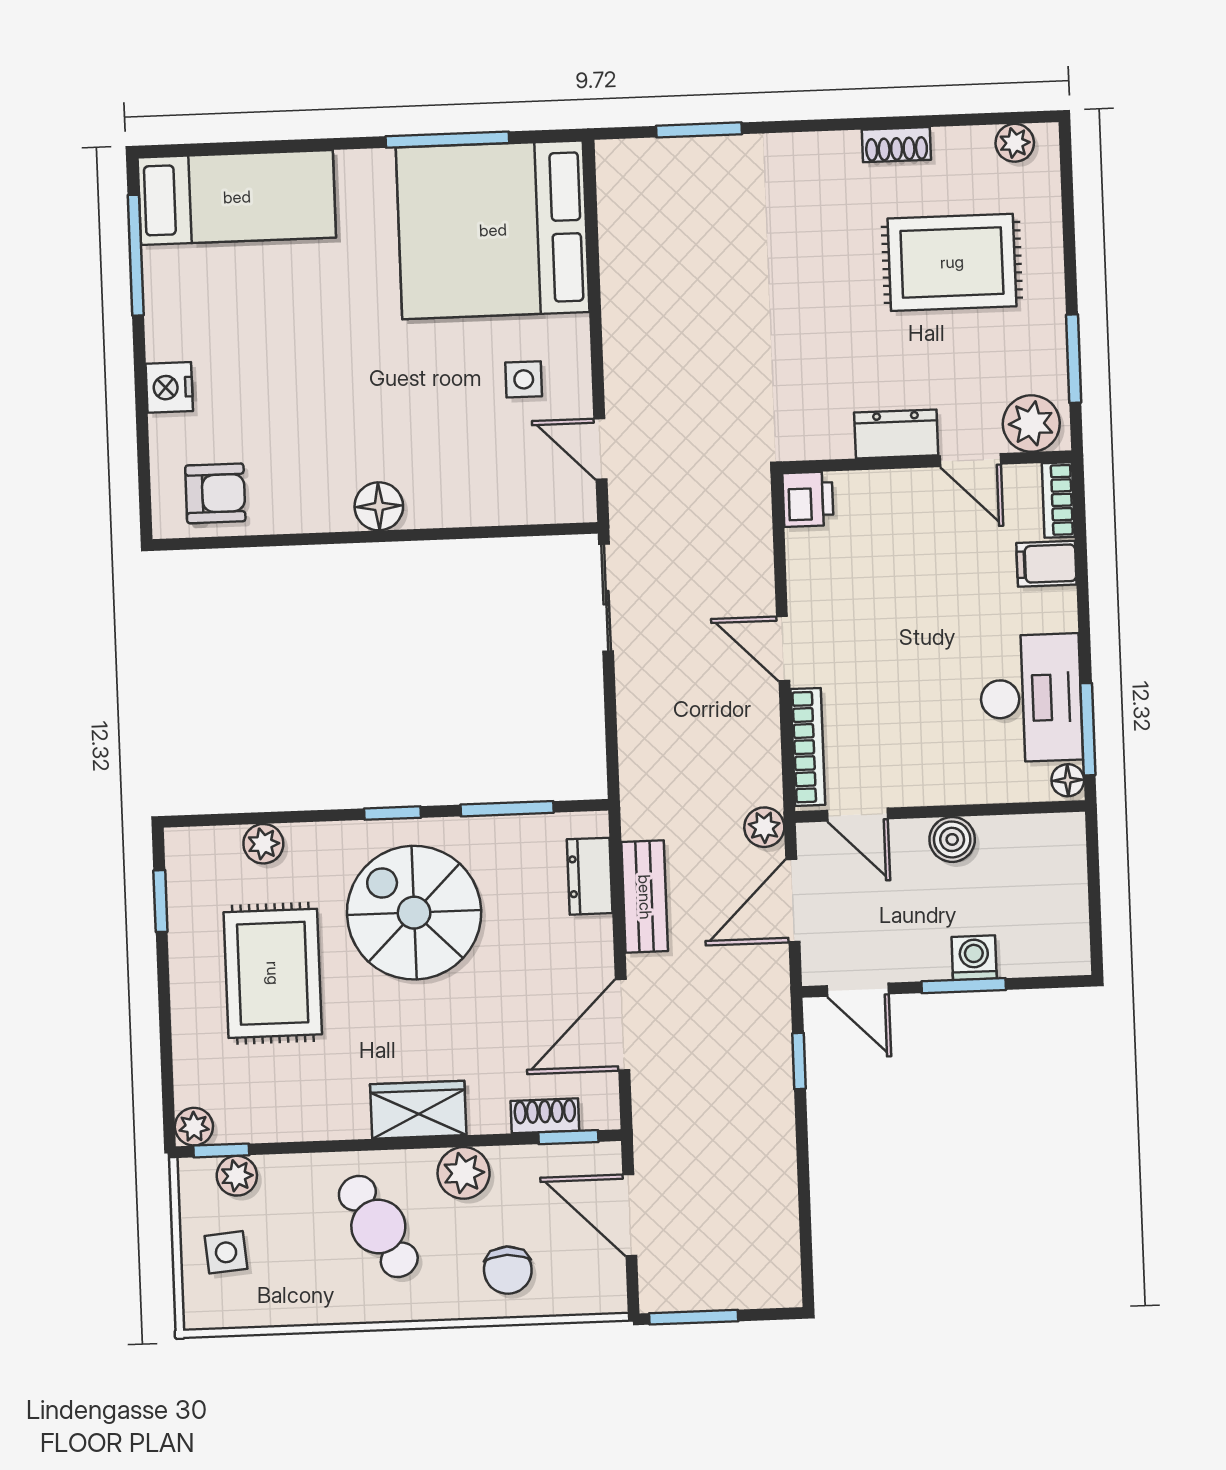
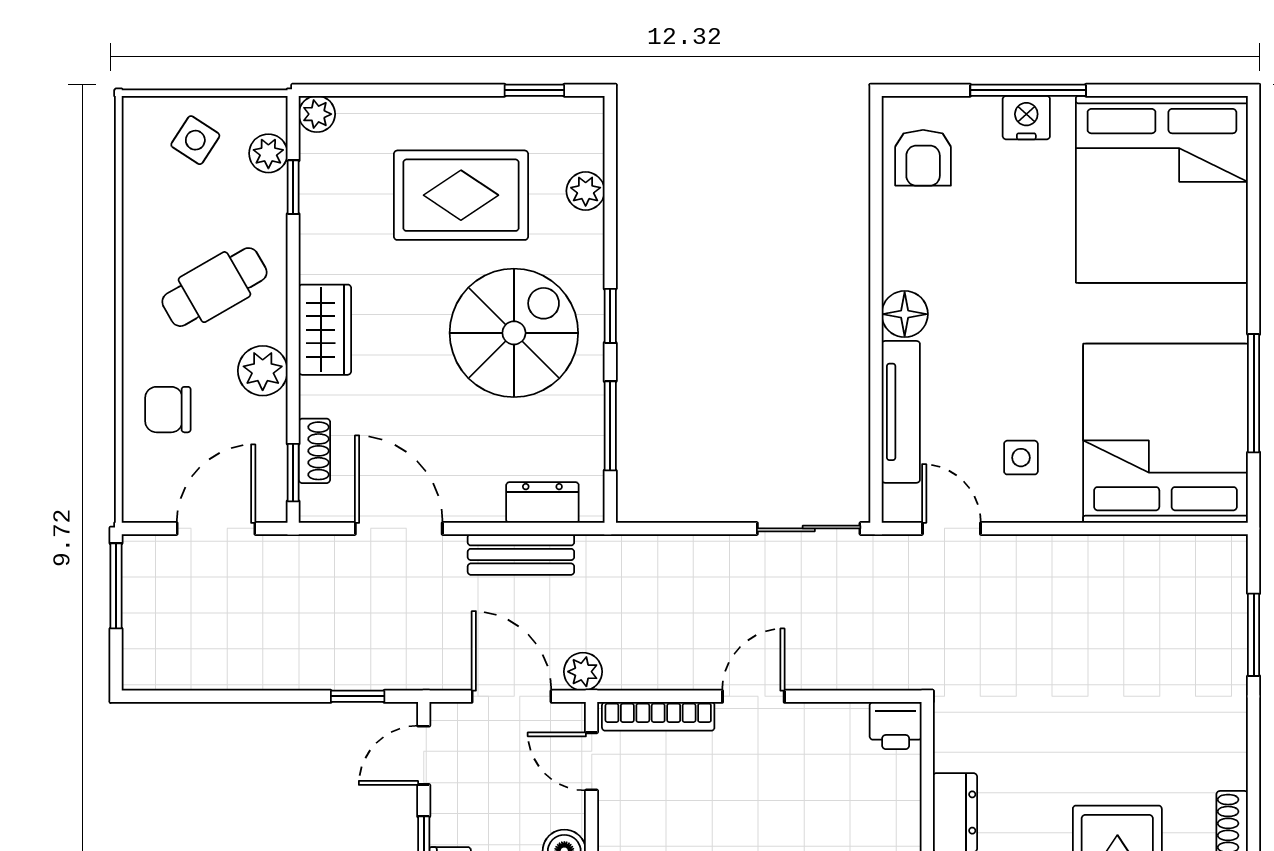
bed: (237, 197) -> (1162, 189), width x2.04
window: (136, 255) -> (1028, 90), moved
door: (600, 449) -> (951, 528), hinge flipped
tv unit: (481, 506) -> (901, 412), added
door: (857, 815) -> (592, 761), hinge flipped
window: (221, 1150) -> (293, 187), moved
side table: (226, 1252) -> (195, 140), turned 38

